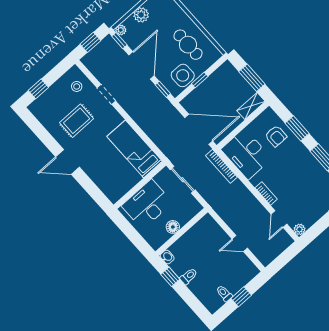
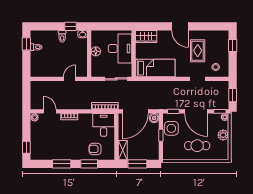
cafe table: (188, 45) -> (197, 146), moved
boiler: (188, 103) -> (154, 118), added
desk: (246, 154) -> (104, 125), width x0.73
door: (68, 162) -> (180, 26), swing flipped
wardrobe: (110, 188) -> (146, 37), added
door: (240, 243) -> (70, 79), moved
window: (241, 297) -> (26, 44), moved

